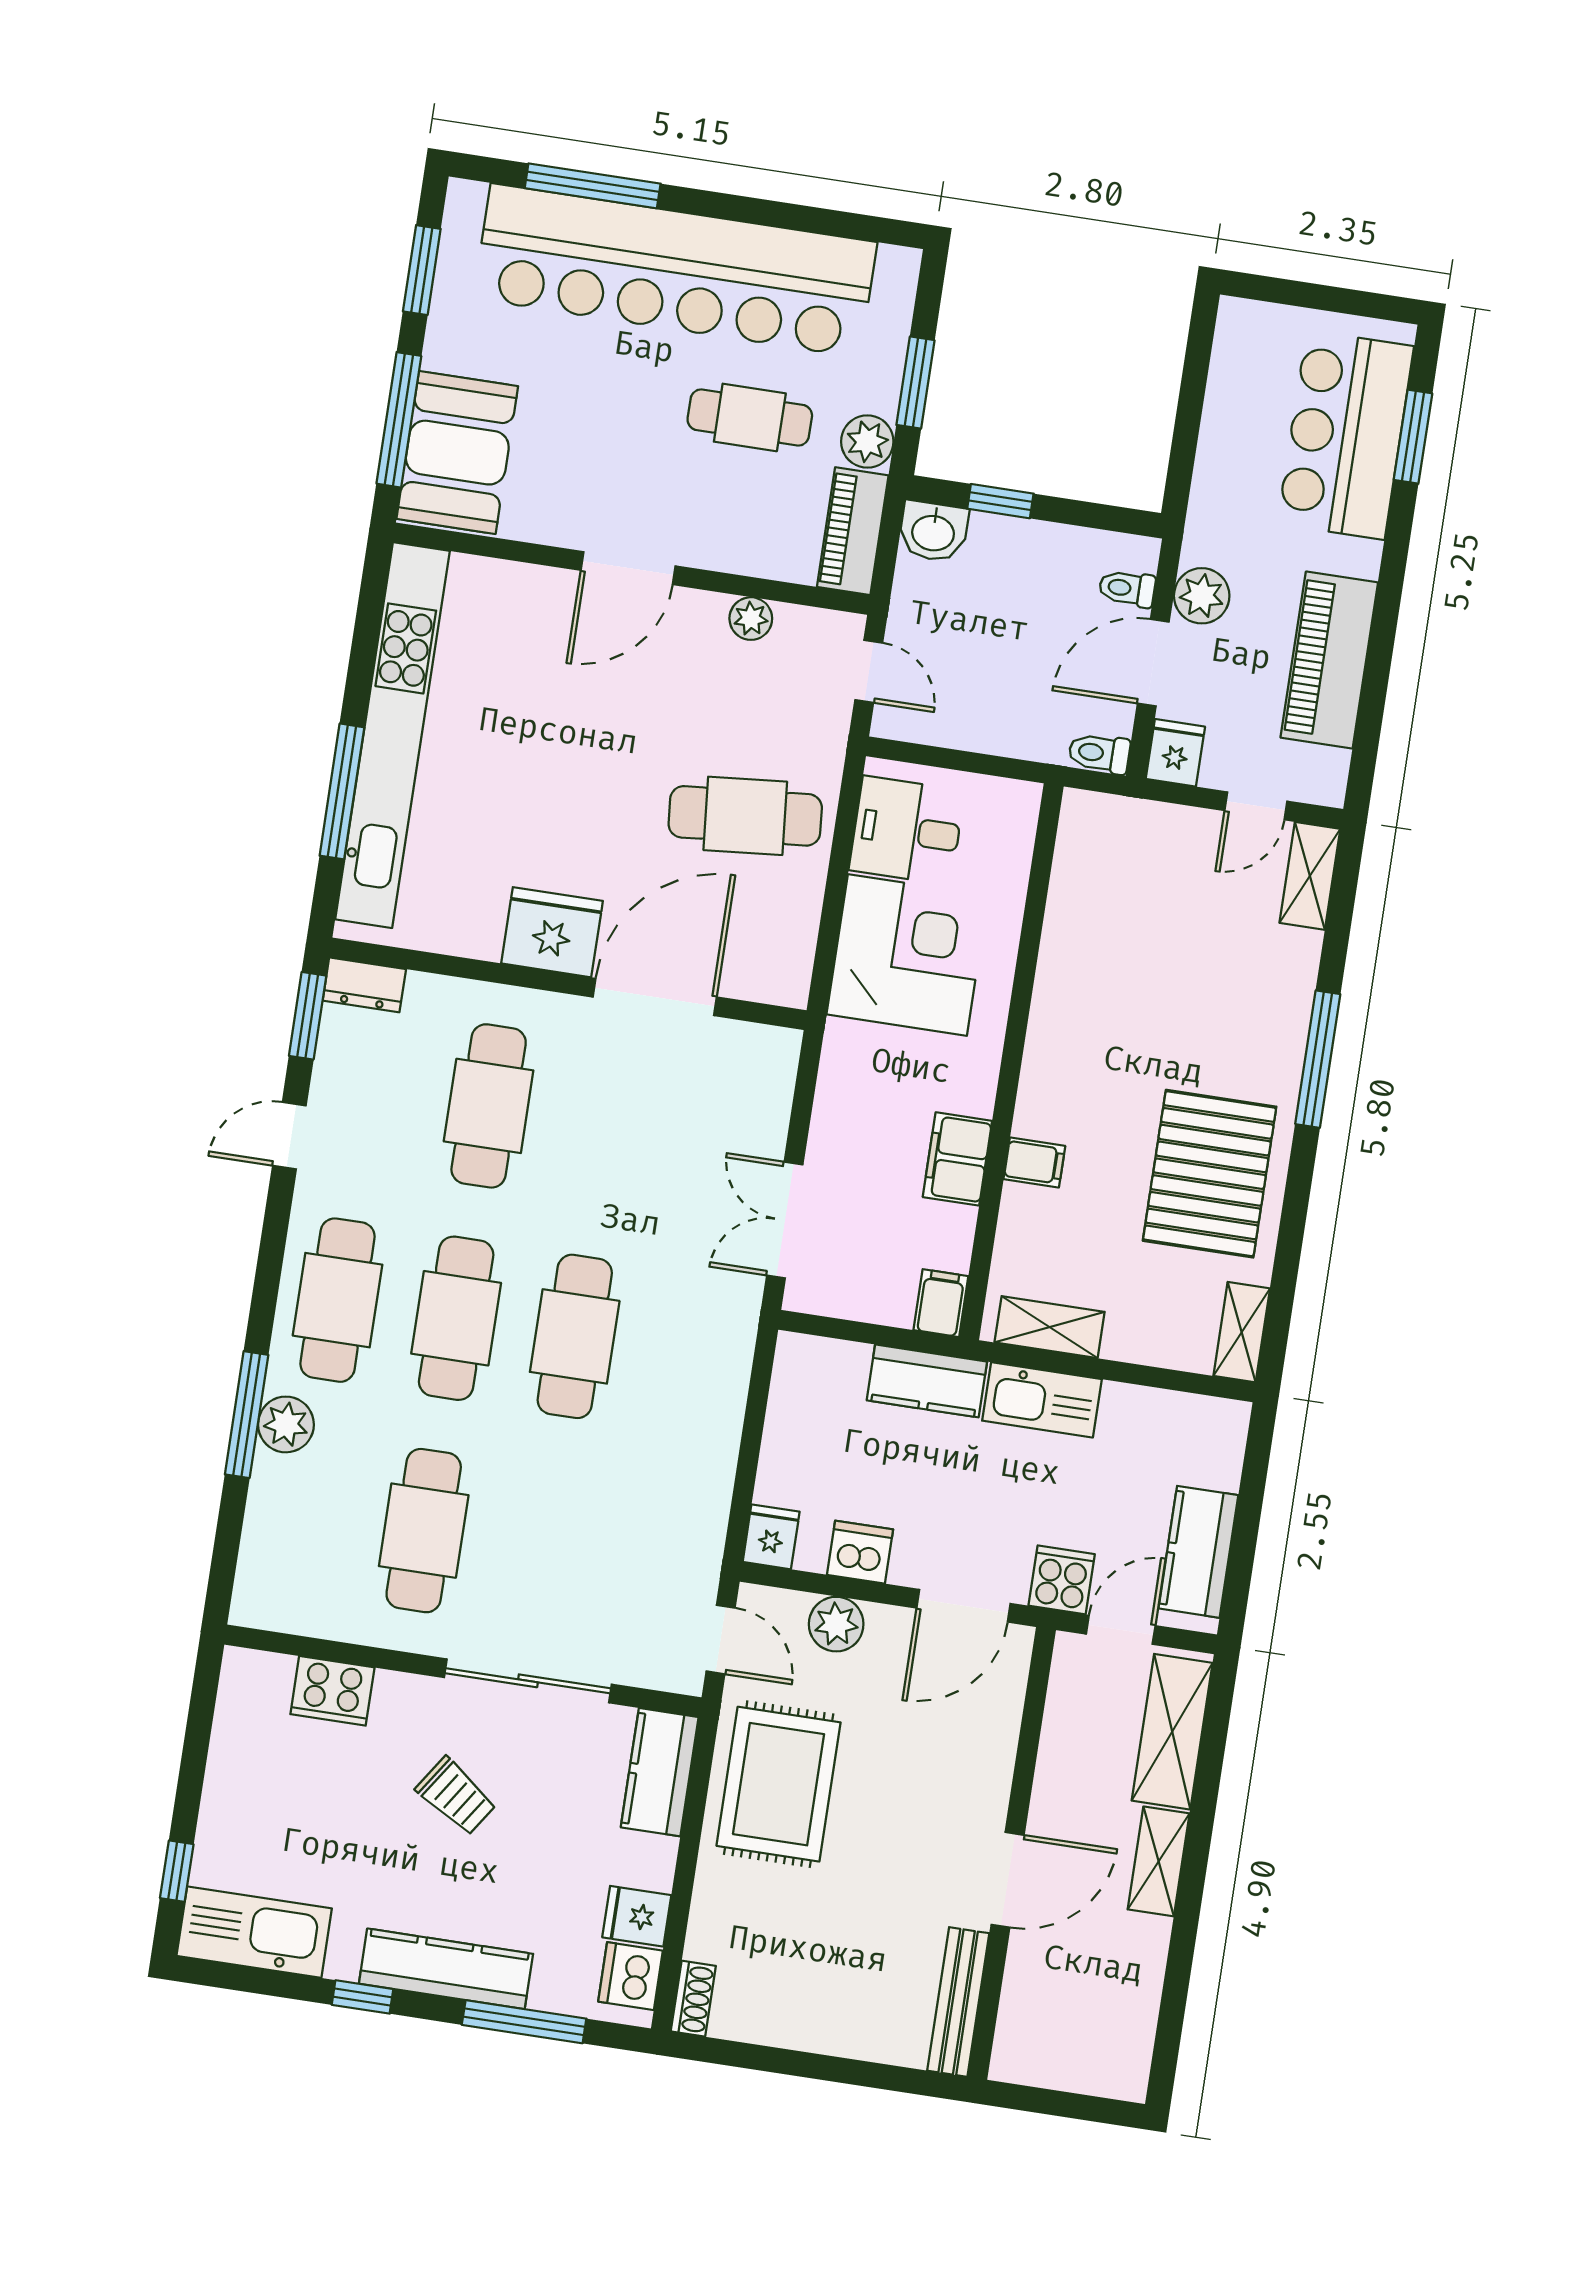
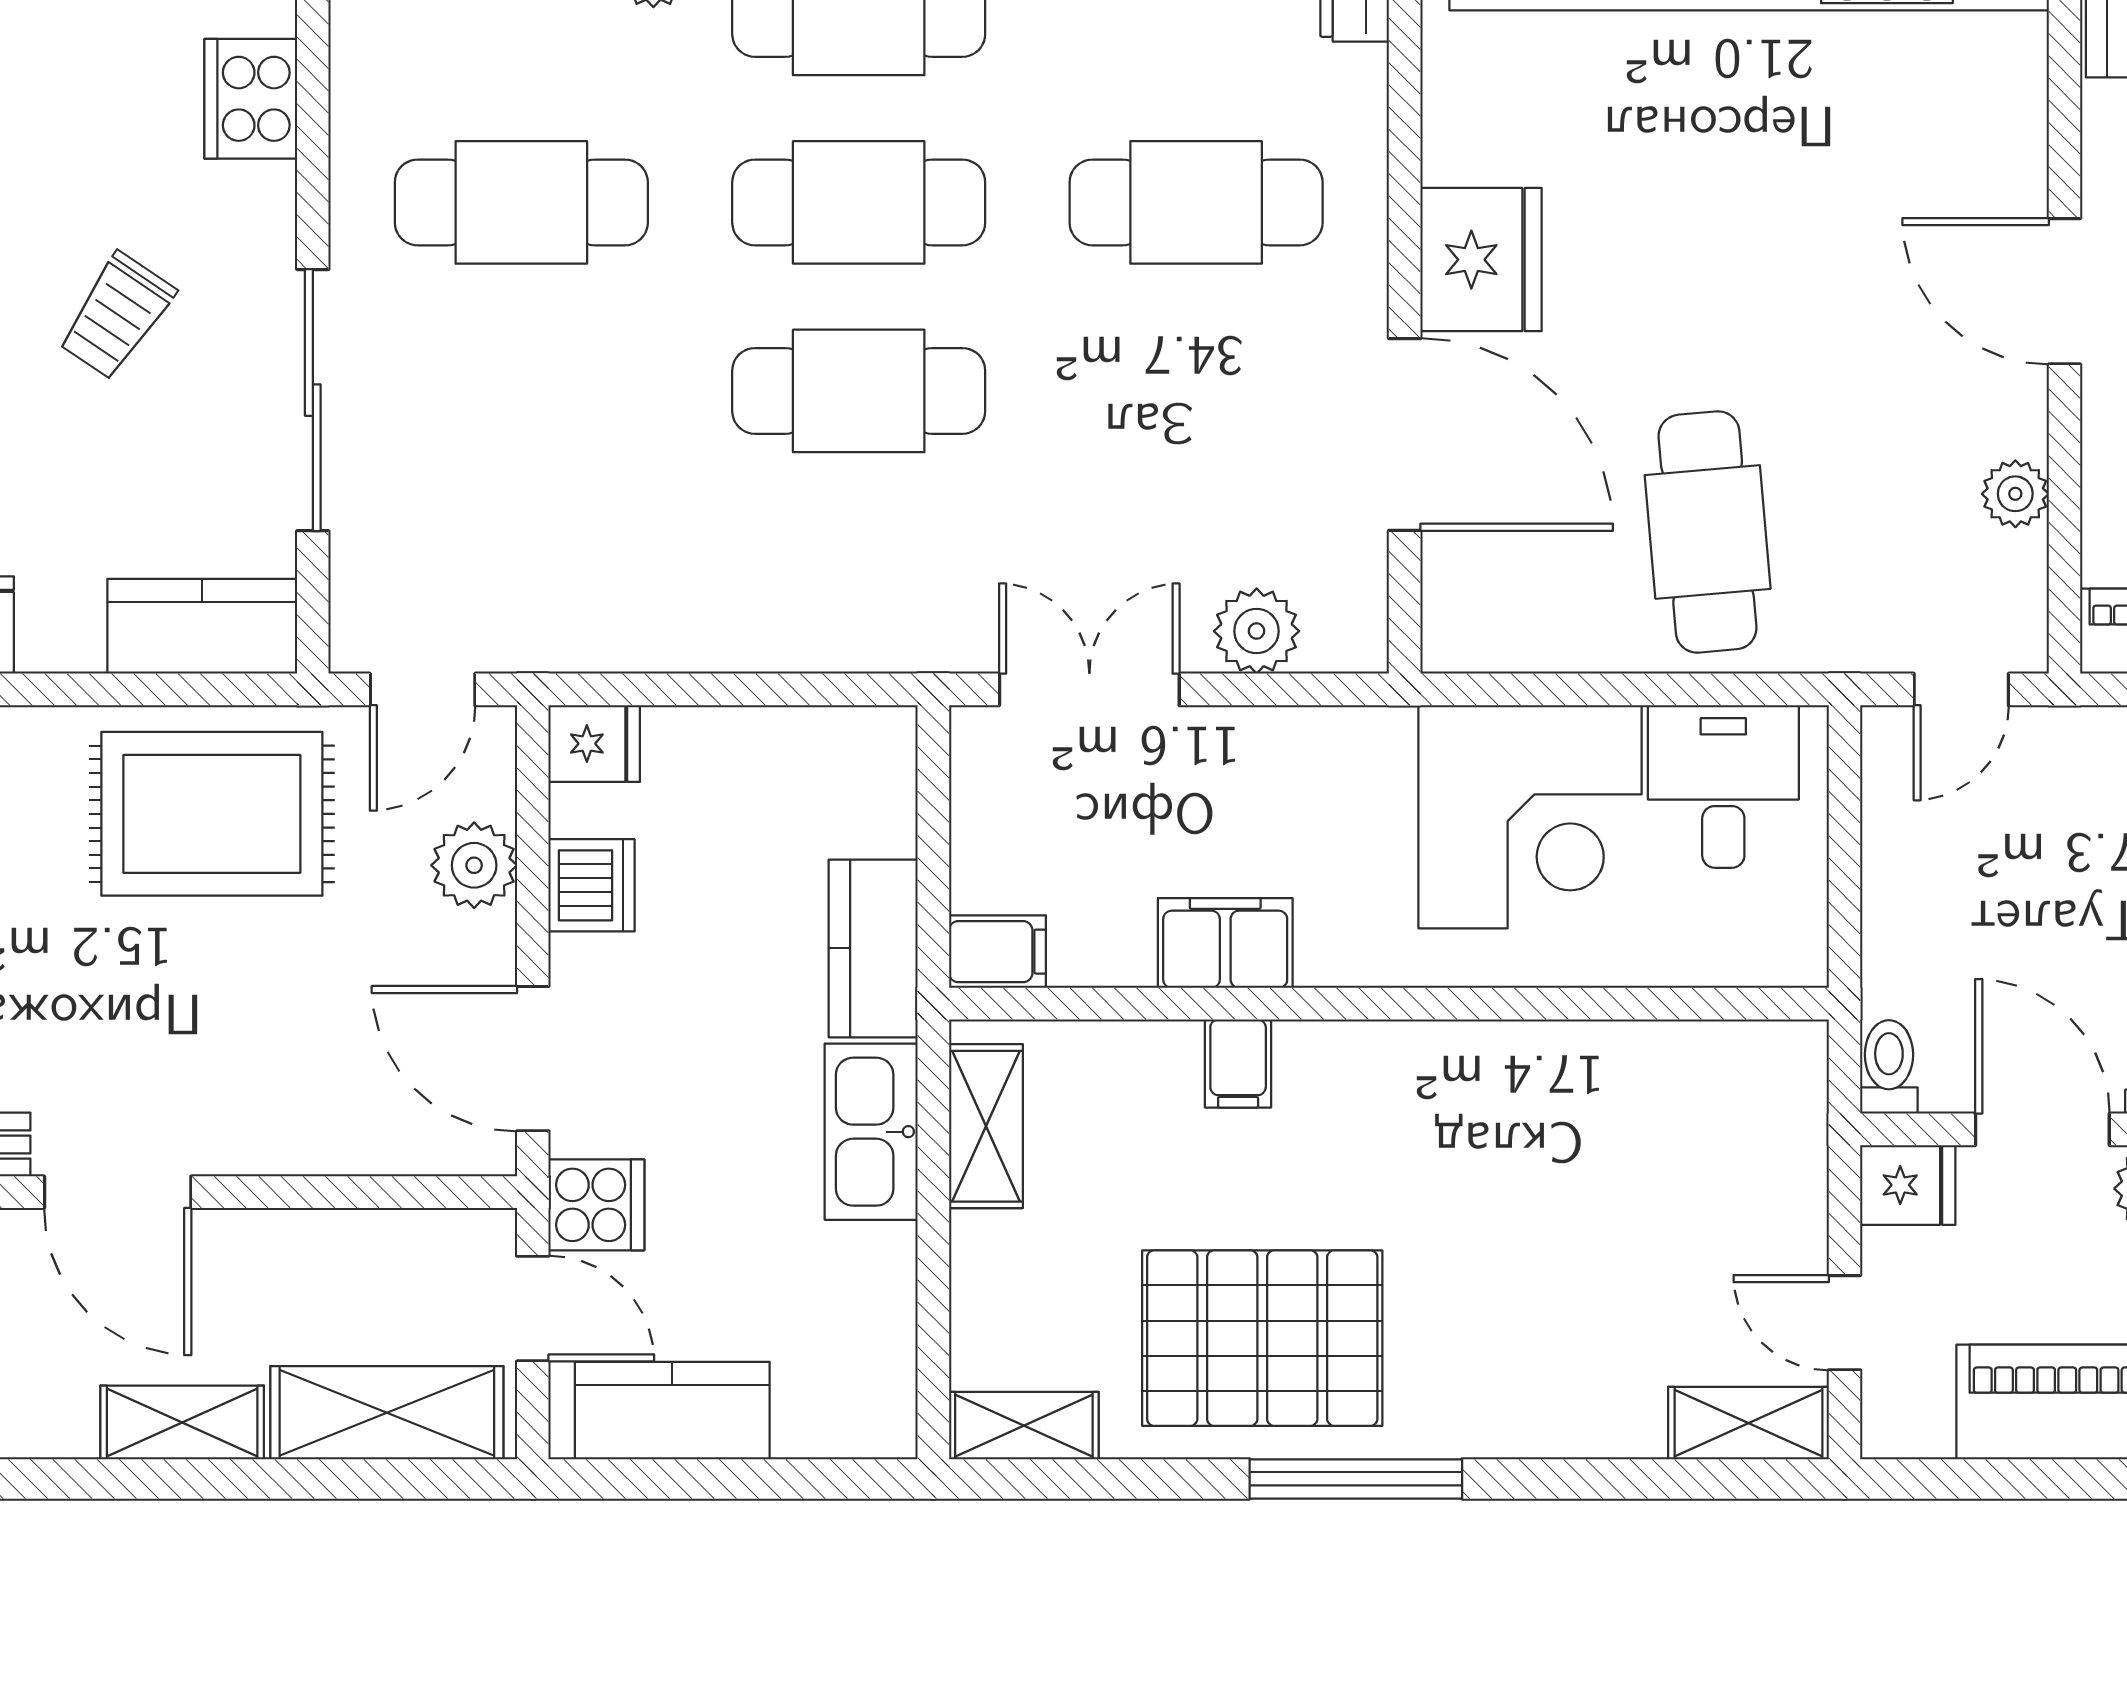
window: (1318, 1059) -> (1356, 1479), moved
plant: (764, 1109) -> (1257, 631), added

